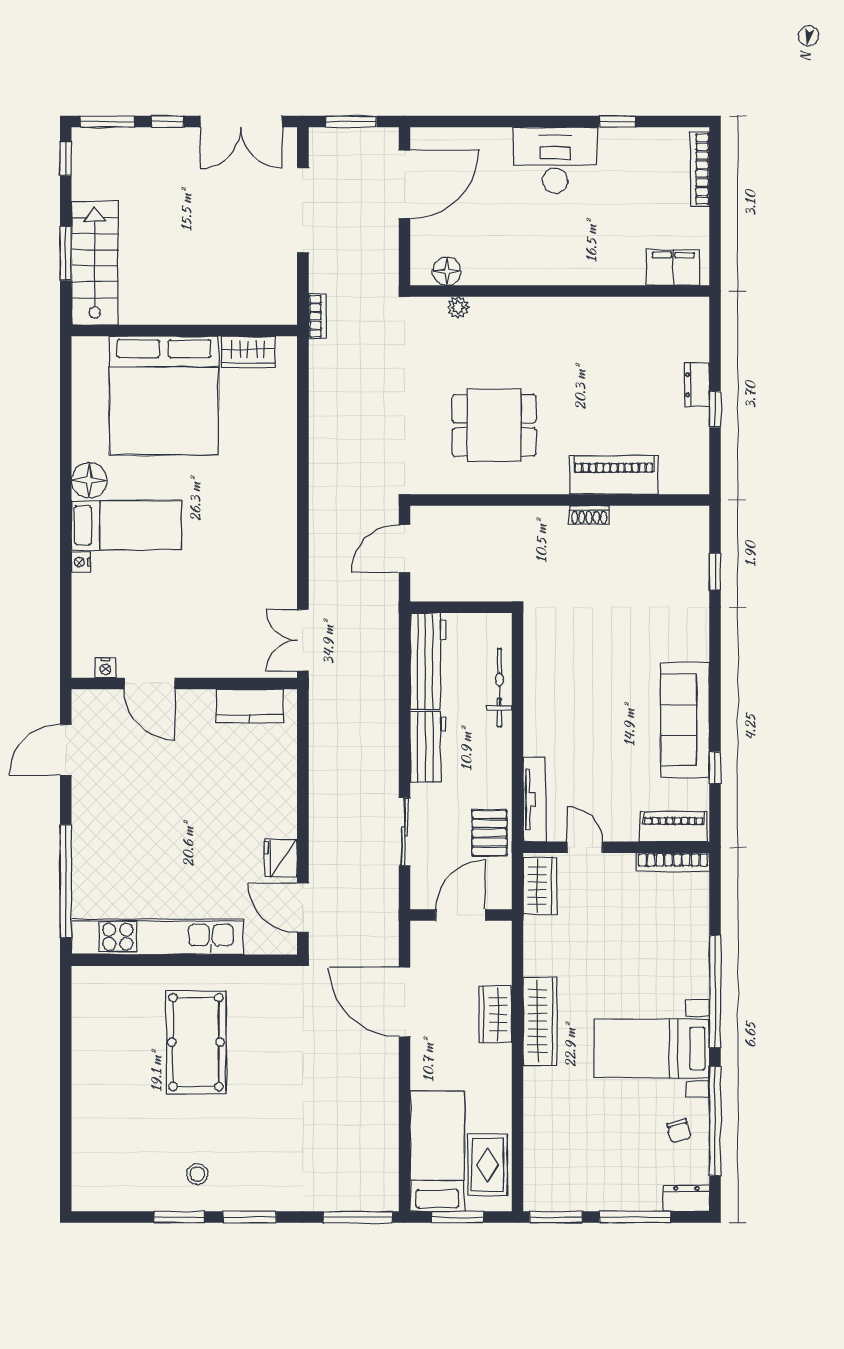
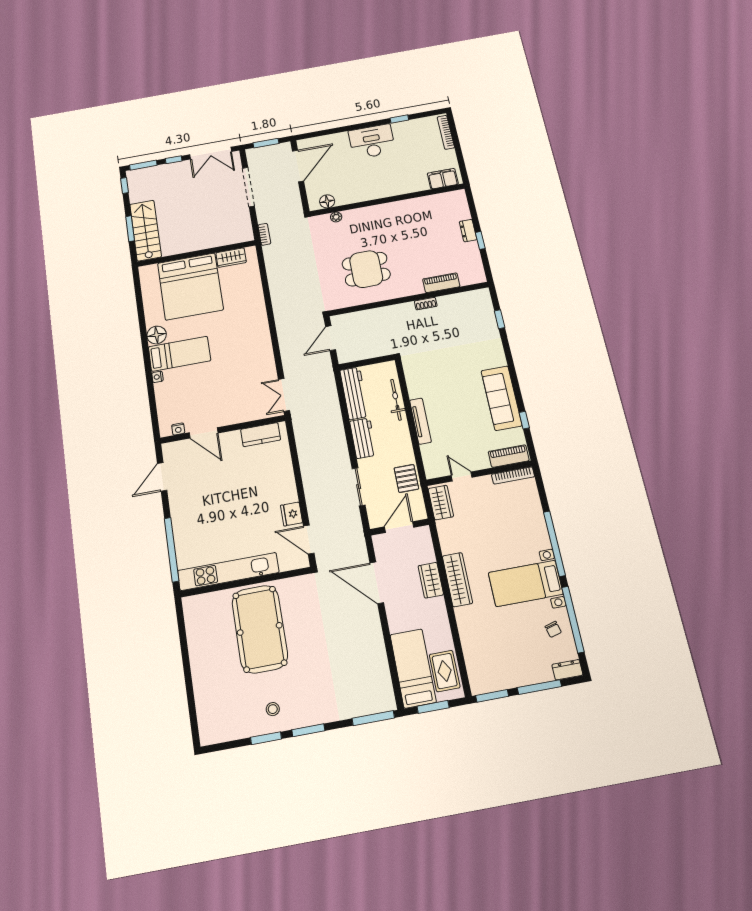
piano: (614, 475) -> (441, 283), width x0.73, depth x0.75
tv unit: (535, 800) -> (420, 421), moved
pool table: (196, 1042) -> (260, 629), width x1.36, depth x1.32

